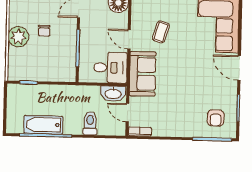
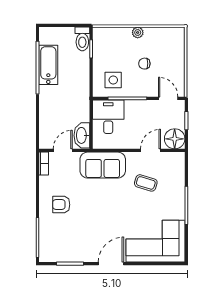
plant: (18, 37) -> (138, 32), width x0.53, depth x0.53
door: (129, 39) -> (151, 150), moved
side table: (60, 62) -> (113, 80), added
desk: (110, 68) -> (108, 117), moved, turned 180
armchair: (216, 118) -> (61, 205), moved
toilet: (90, 123) -> (82, 39), moved, turned 90

